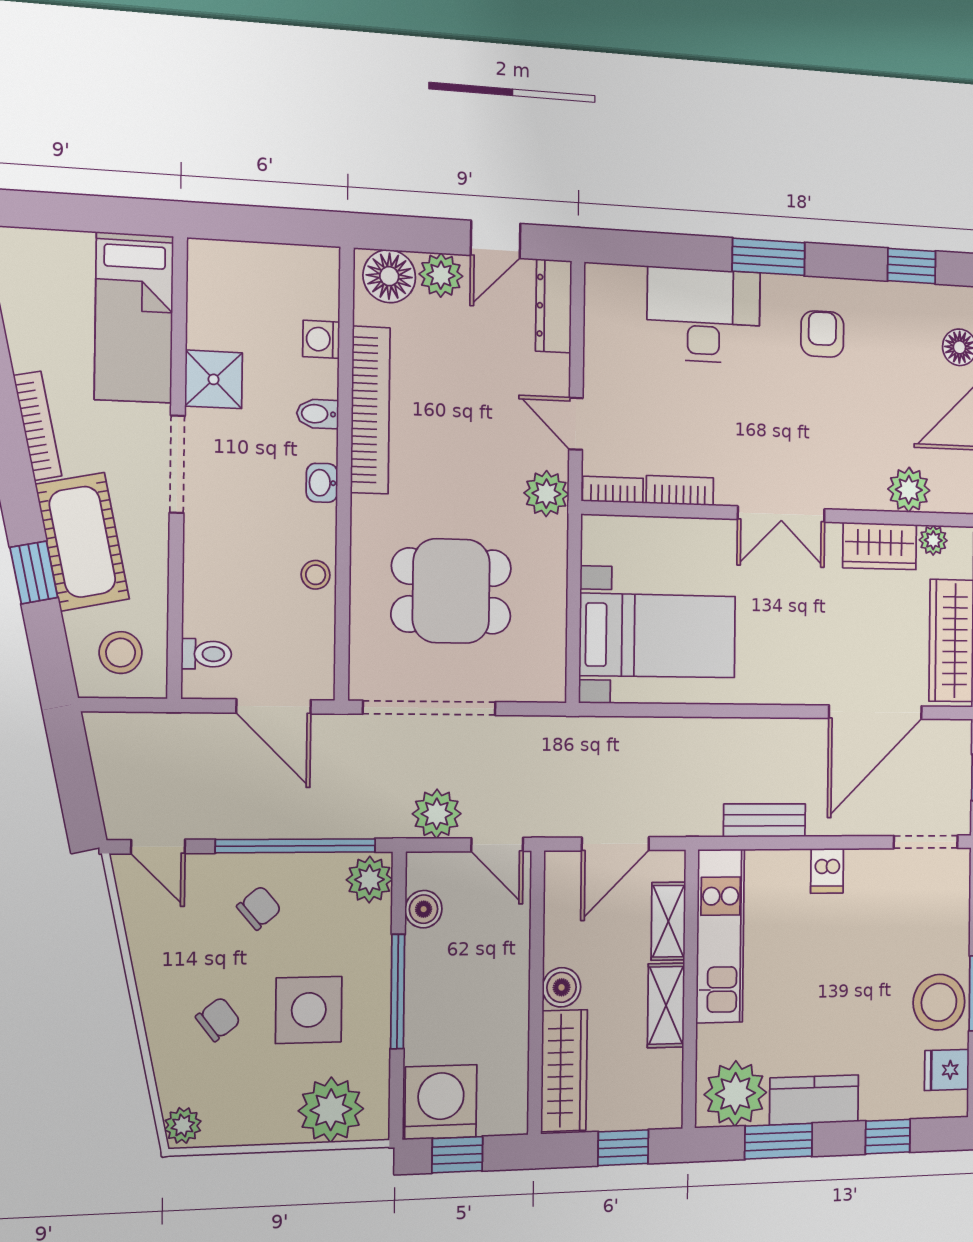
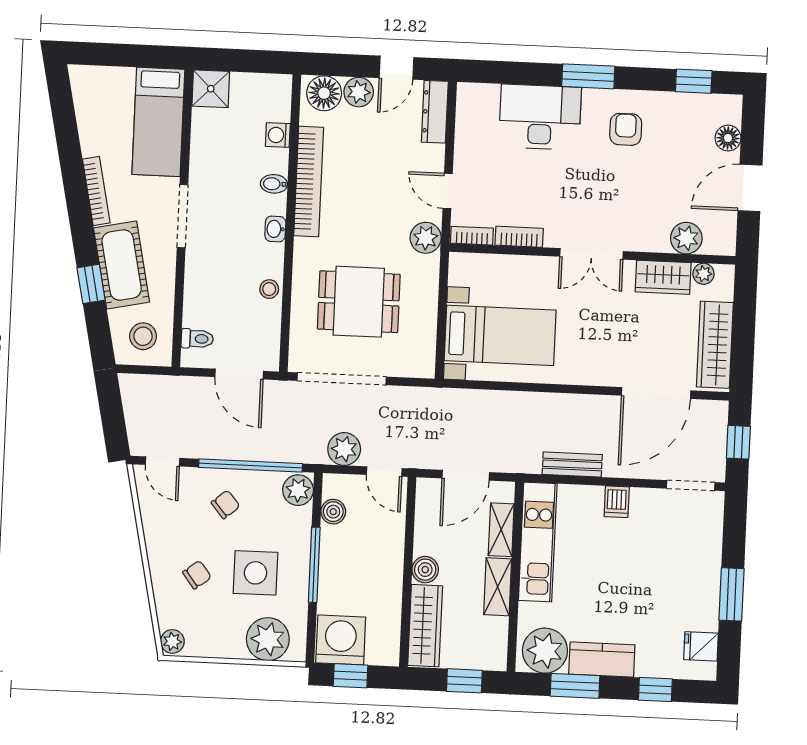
shower: (214, 379) -> (211, 89), moved
stool: (939, 1002) -> (697, 598), removed

